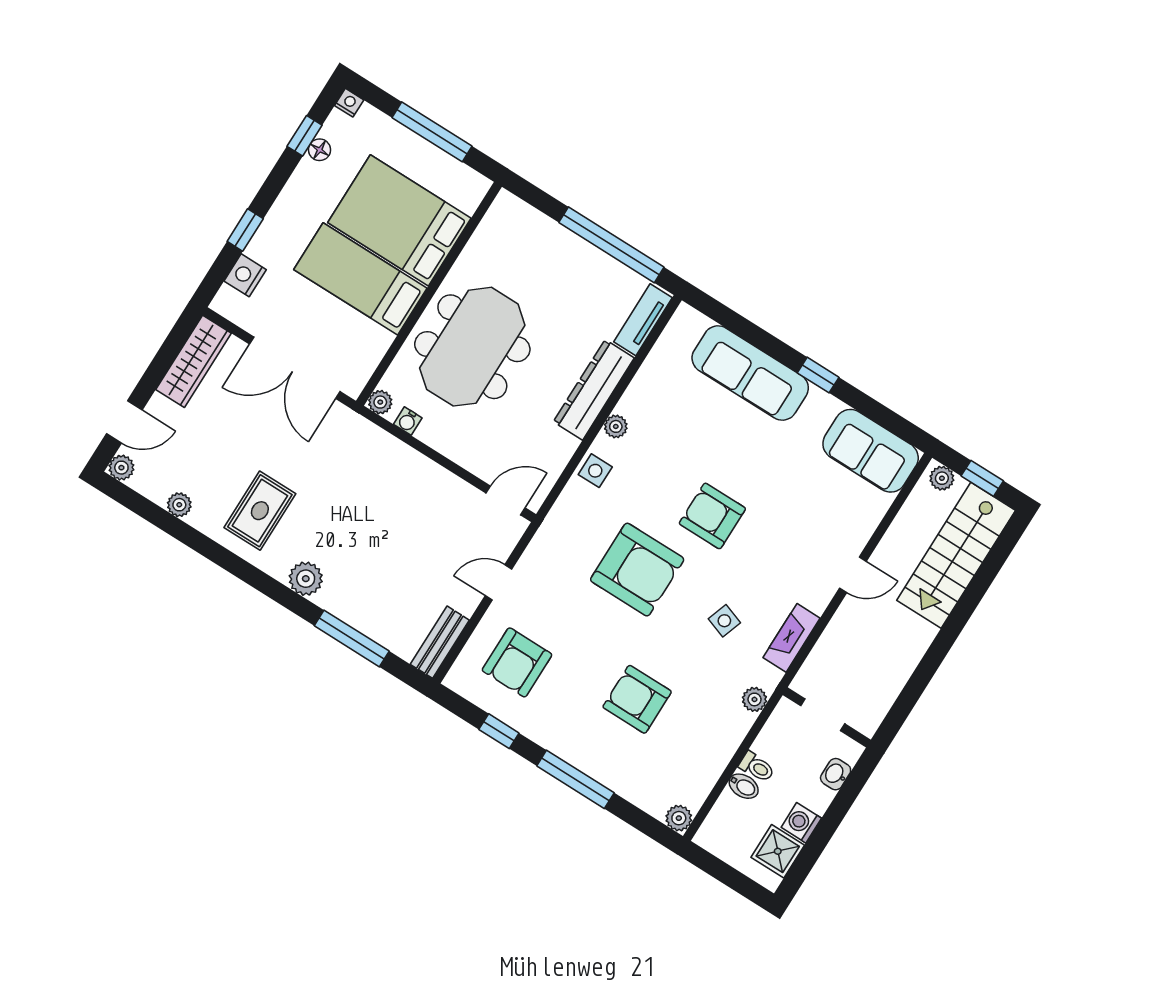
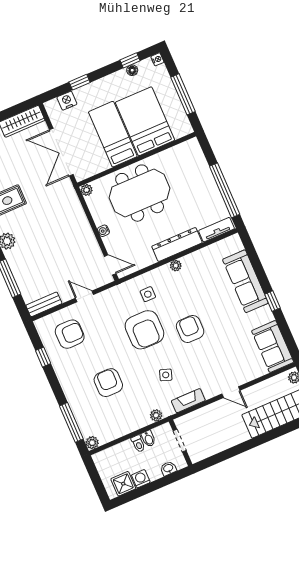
water cooler: (408, 421) -> (103, 231), moved
side table: (595, 471) -> (148, 294), moved
armchair: (517, 662) -> (70, 334), turned 180
window: (575, 779) -> (71, 422), moved
bidet: (744, 786) -> (148, 439), moved

